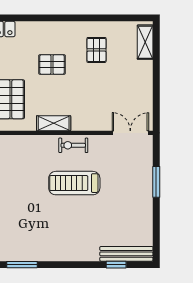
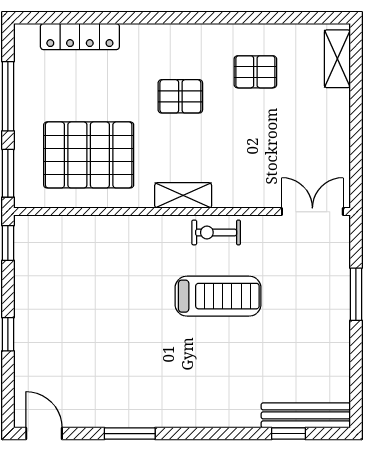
pallet: (96, 50) -> (255, 72), turned 90
treadmill: (74, 183) -> (218, 296), turned 180

